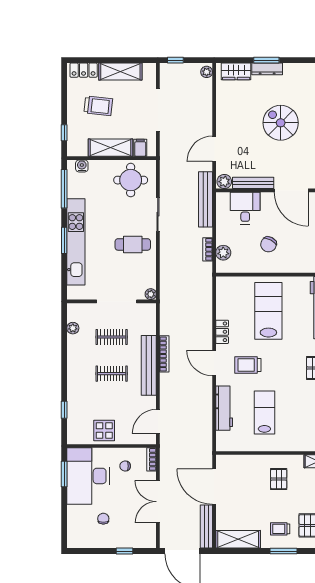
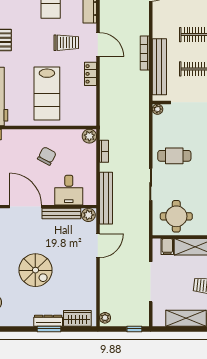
plant: (223, 253) -> (89, 136), moved
bench: (149, 365) -> (159, 67), moved

